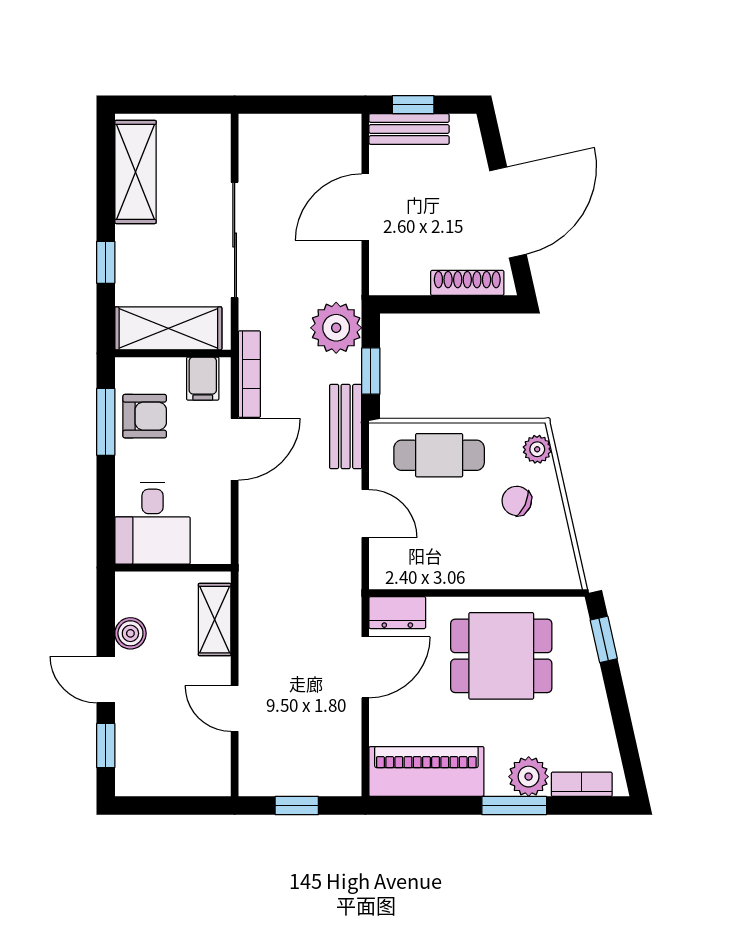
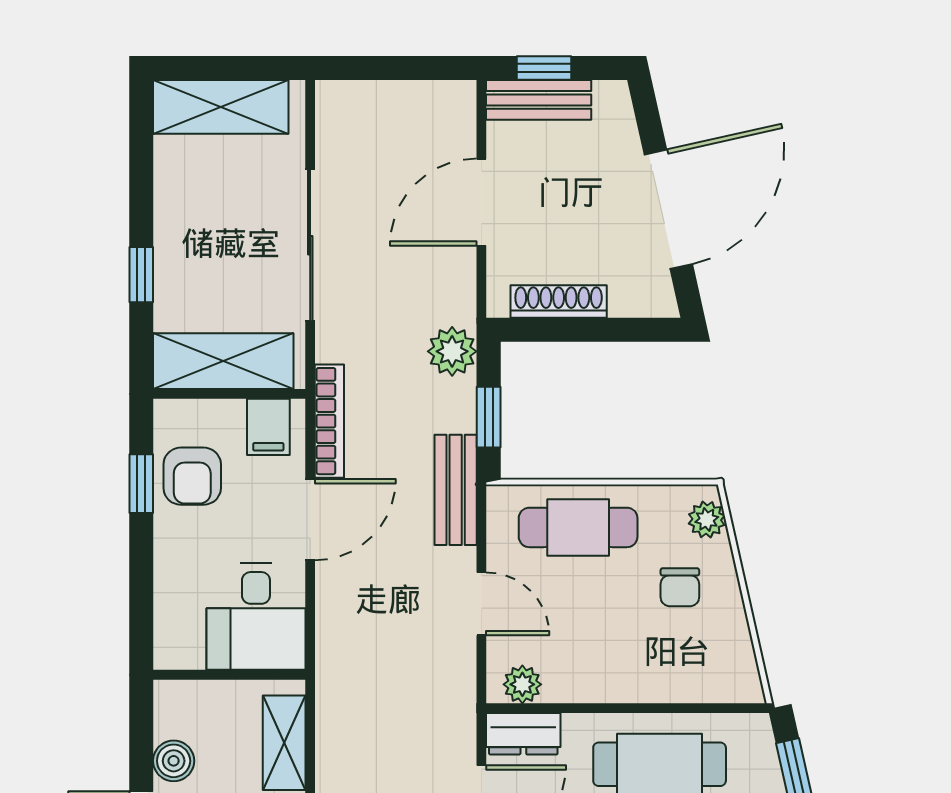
shelving: (135, 172) -> (221, 107), moved, turned 90
shoe rack: (467, 283) -> (559, 302), moved
plant: (336, 328) -> (452, 351), width x0.73, depth x0.73
armchair: (145, 416) -> (192, 476), turned 90
window: (106, 422) -> (141, 484), width x0.67
chair: (517, 501) -> (680, 587), turned -115
desk: (153, 523) -> (256, 617), moved
plant: (397, 575) -> (522, 684), added

